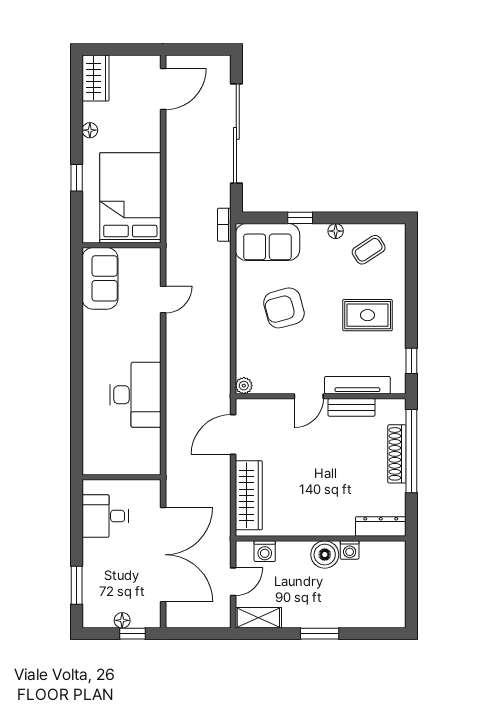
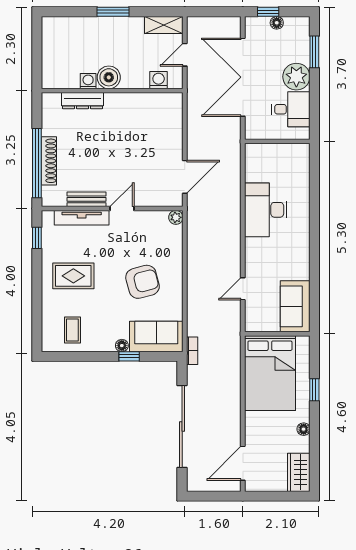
floor lamp: (336, 231) -> (122, 346), moved
coffee table: (369, 250) -> (72, 330), turned -57
wardrobe: (249, 495) -> (172, 126), removed
dresser: (381, 526) -> (83, 101), moved
plant: (98, 555) -> (296, 77), added

